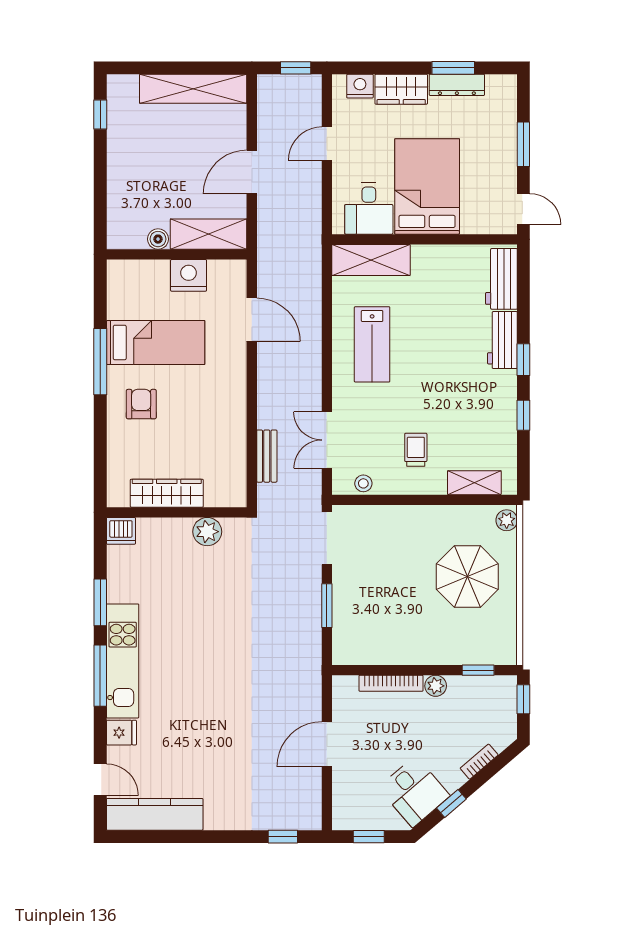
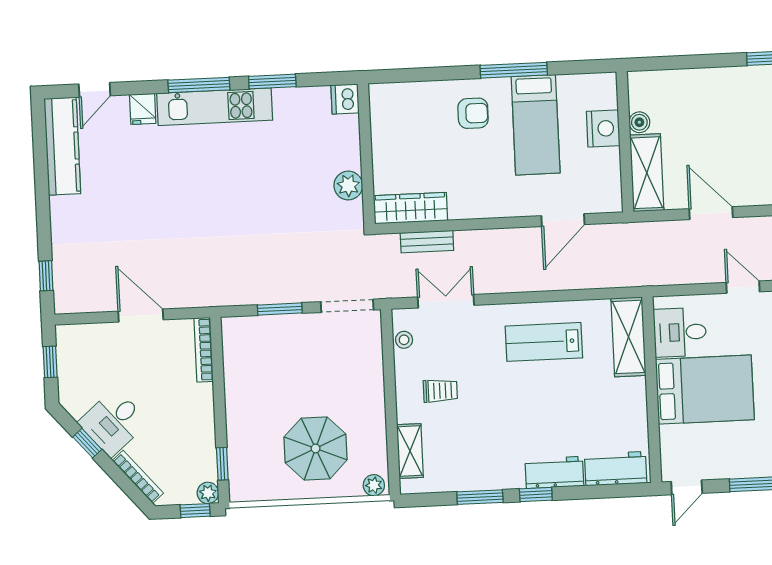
nightstand: (189, 275) -> (603, 128), moved
window: (523, 415) -> (480, 497), width x1.50
wardrobe: (167, 493) -> (410, 208), moved, turned -90
bookcase: (391, 683) -> (204, 350), moved
plant: (436, 686) -> (208, 493), moved
bookcase: (479, 762) -> (138, 477), width x1.56
desk: (414, 792) -> (113, 422), moved

